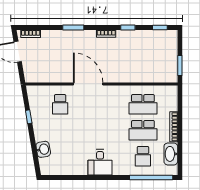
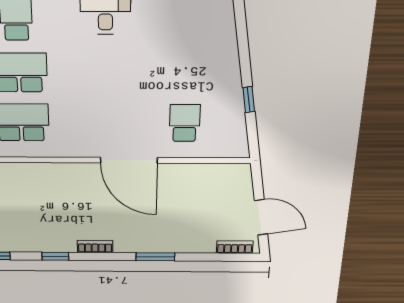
washbasin: (43, 149) -> (223, 35), removed

